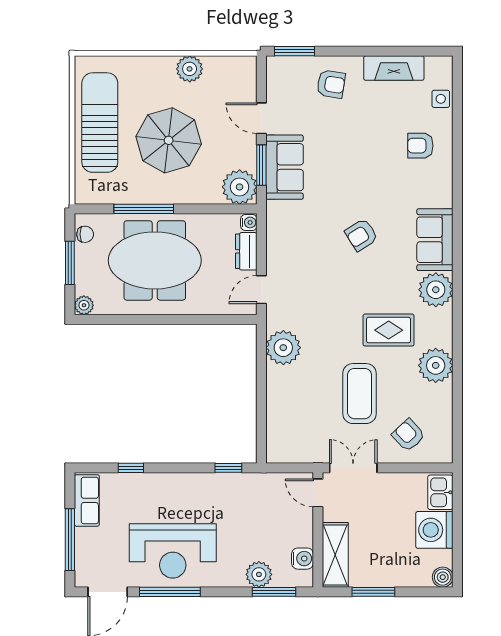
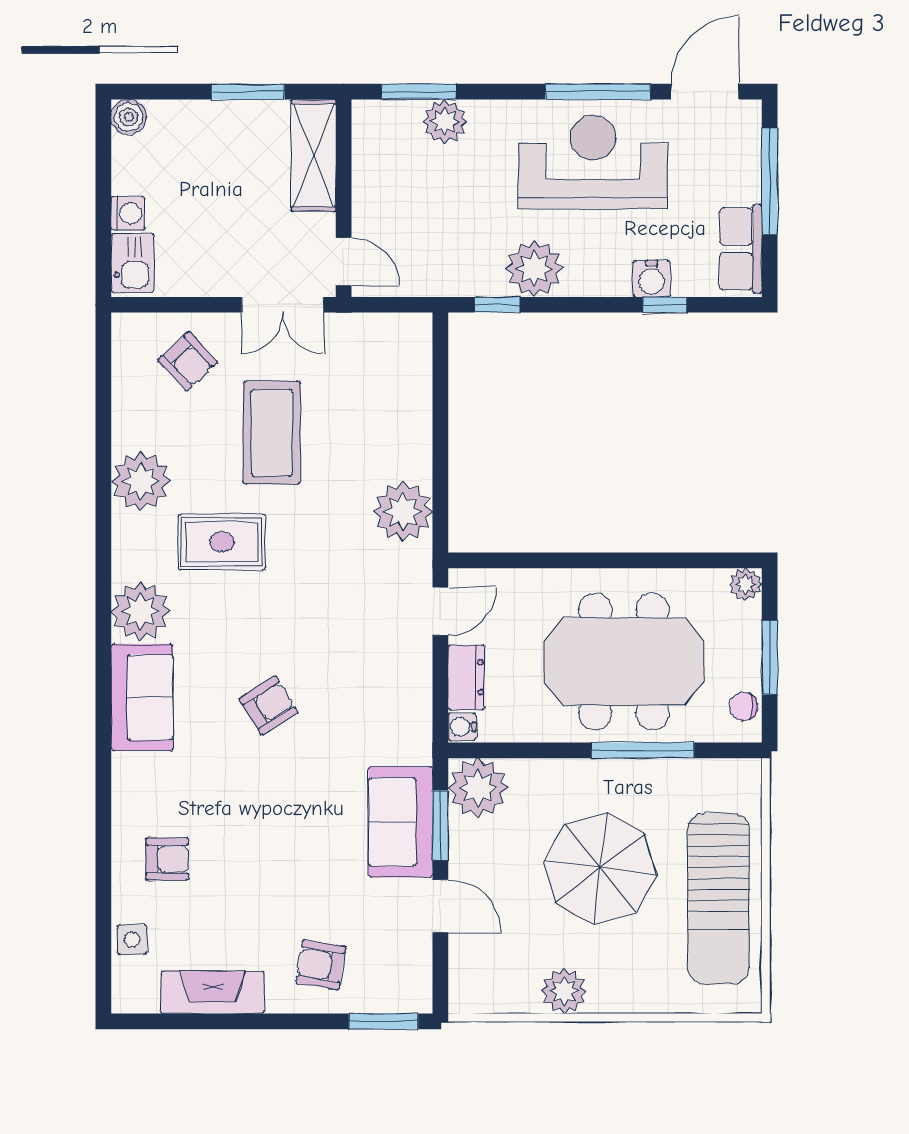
plant: (207, 489) -> (534, 269), added
washing machine: (434, 530) -> (128, 213), width x0.53, depth x0.53
water cooler: (302, 559) -> (652, 278), moved, turned -90

